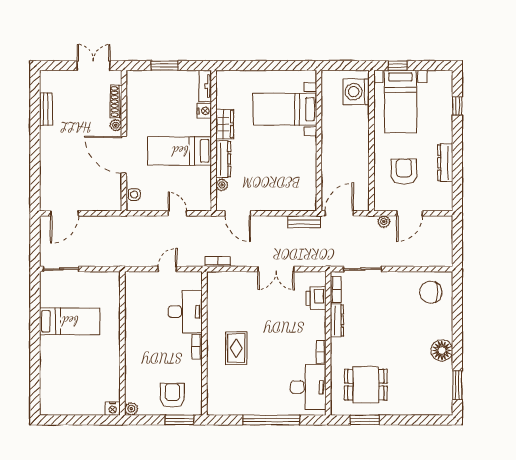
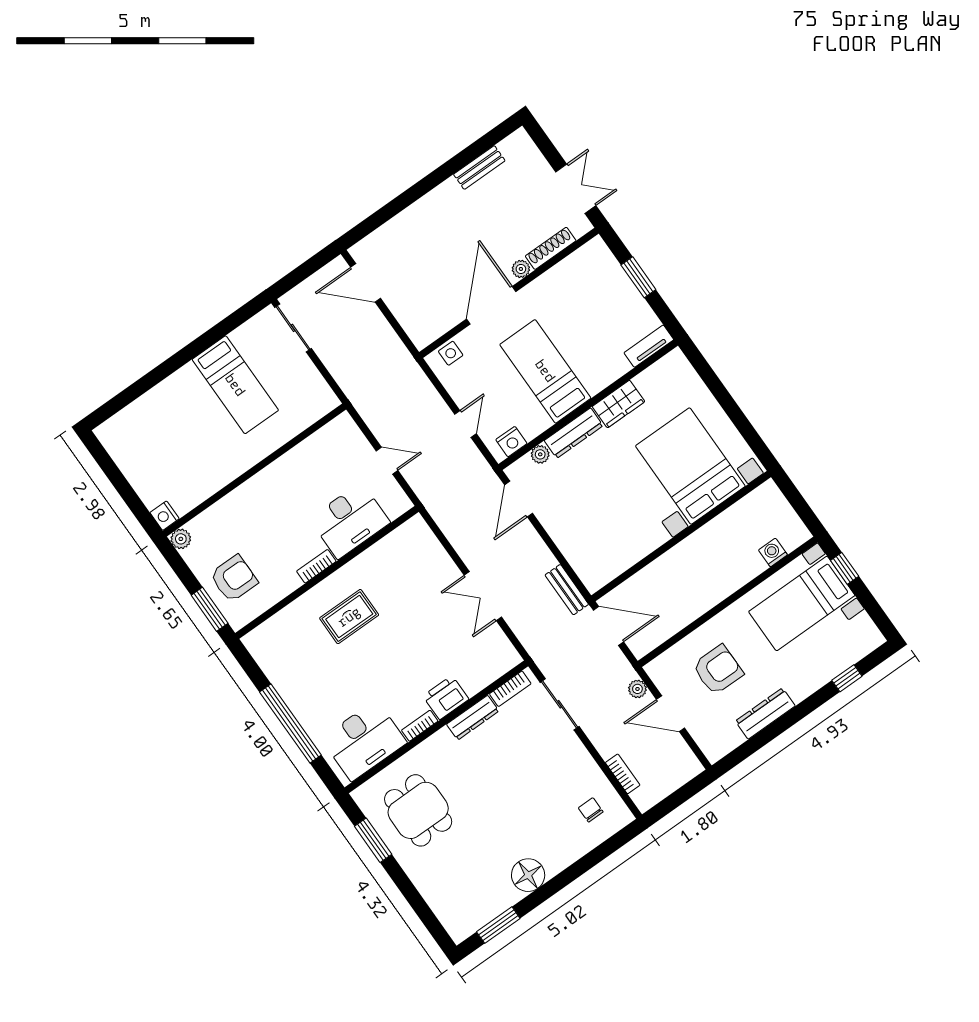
washing machine: (356, 92) -> (773, 552), width x0.53, depth x0.53
bed with nightstands: (285, 109) -> (690, 466), width x1.36
nightstand: (204, 111) -> (511, 442), moved
bookcase: (218, 262) -> (623, 774), moved
chair: (431, 292) -> (591, 810), width x0.54, depth x0.54
printer: (316, 298) -> (446, 698), moved

